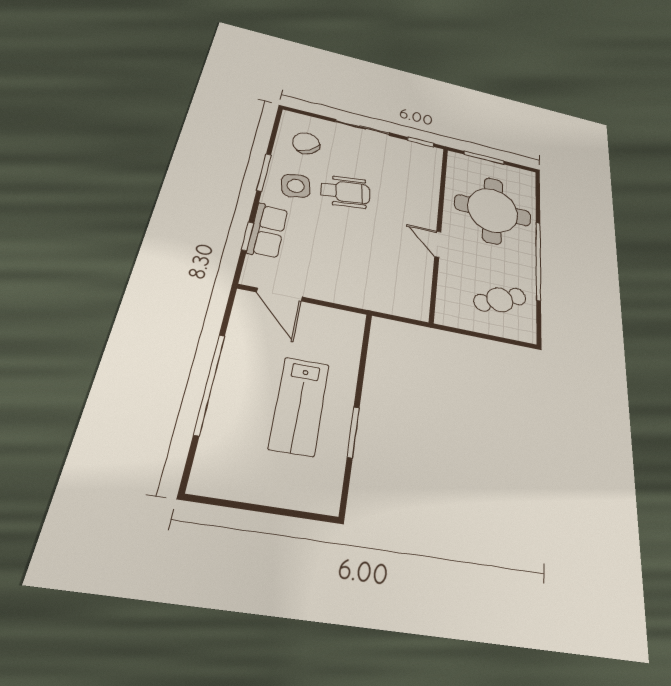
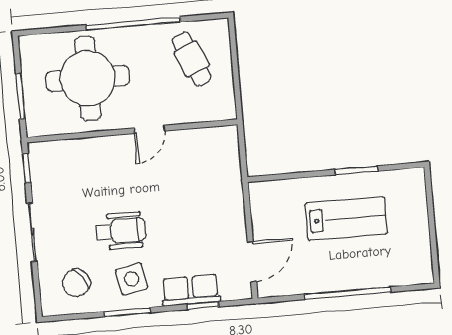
wheelchair: (345, 192) -> (121, 231), turned 98

